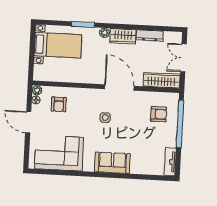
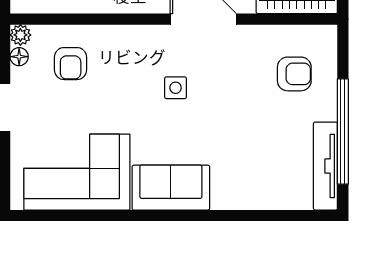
window: (180, 124) -> (343, 131), moved
tv unit: (170, 162) -> (325, 166), width x1.41
sofa: (112, 163) -> (171, 188), moved

